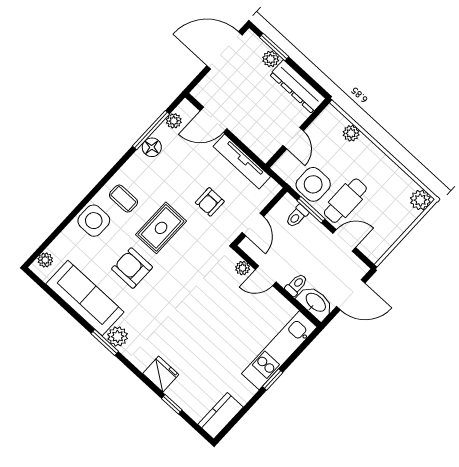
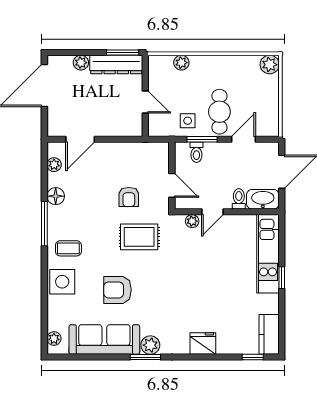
window: (274, 47) -> (123, 52), moved
window: (151, 130) -> (44, 224), moved
tv unit: (242, 161) -> (125, 150), removed
side table: (313, 184) -> (188, 121), width x0.54, depth x0.54
rug: (161, 228) -> (139, 237), moved, turned 90
window: (172, 404) -> (253, 357), moved

